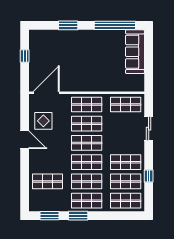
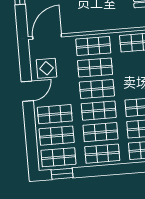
door: (25, 140) -> (27, 91), hinge flipped
shop shelf: (47, 162) -> (55, 114), added
shop shelf: (47, 201) -> (58, 157), added
window: (78, 216) -> (94, 171), removed

